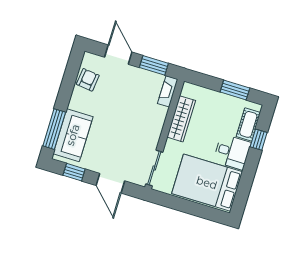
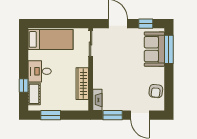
bed: (207, 183) -> (51, 39), width x0.67

